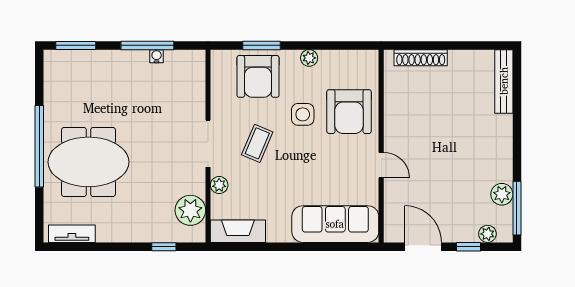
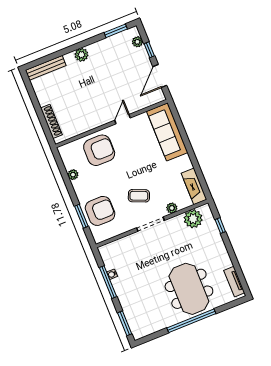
plant: (309, 58) -> (73, 175), moved
side table: (303, 114) -> (112, 176), removed
plant: (502, 194) -> (81, 55), moved
window: (517, 208) -> (116, 31), width x0.69

